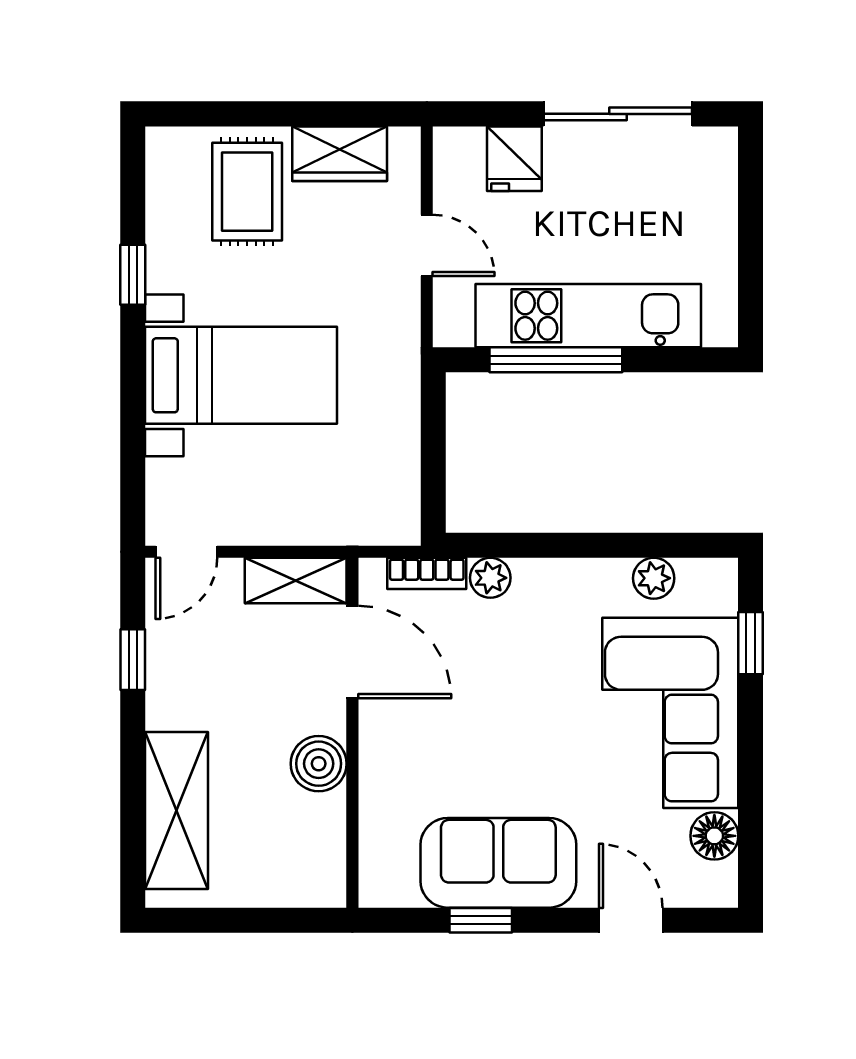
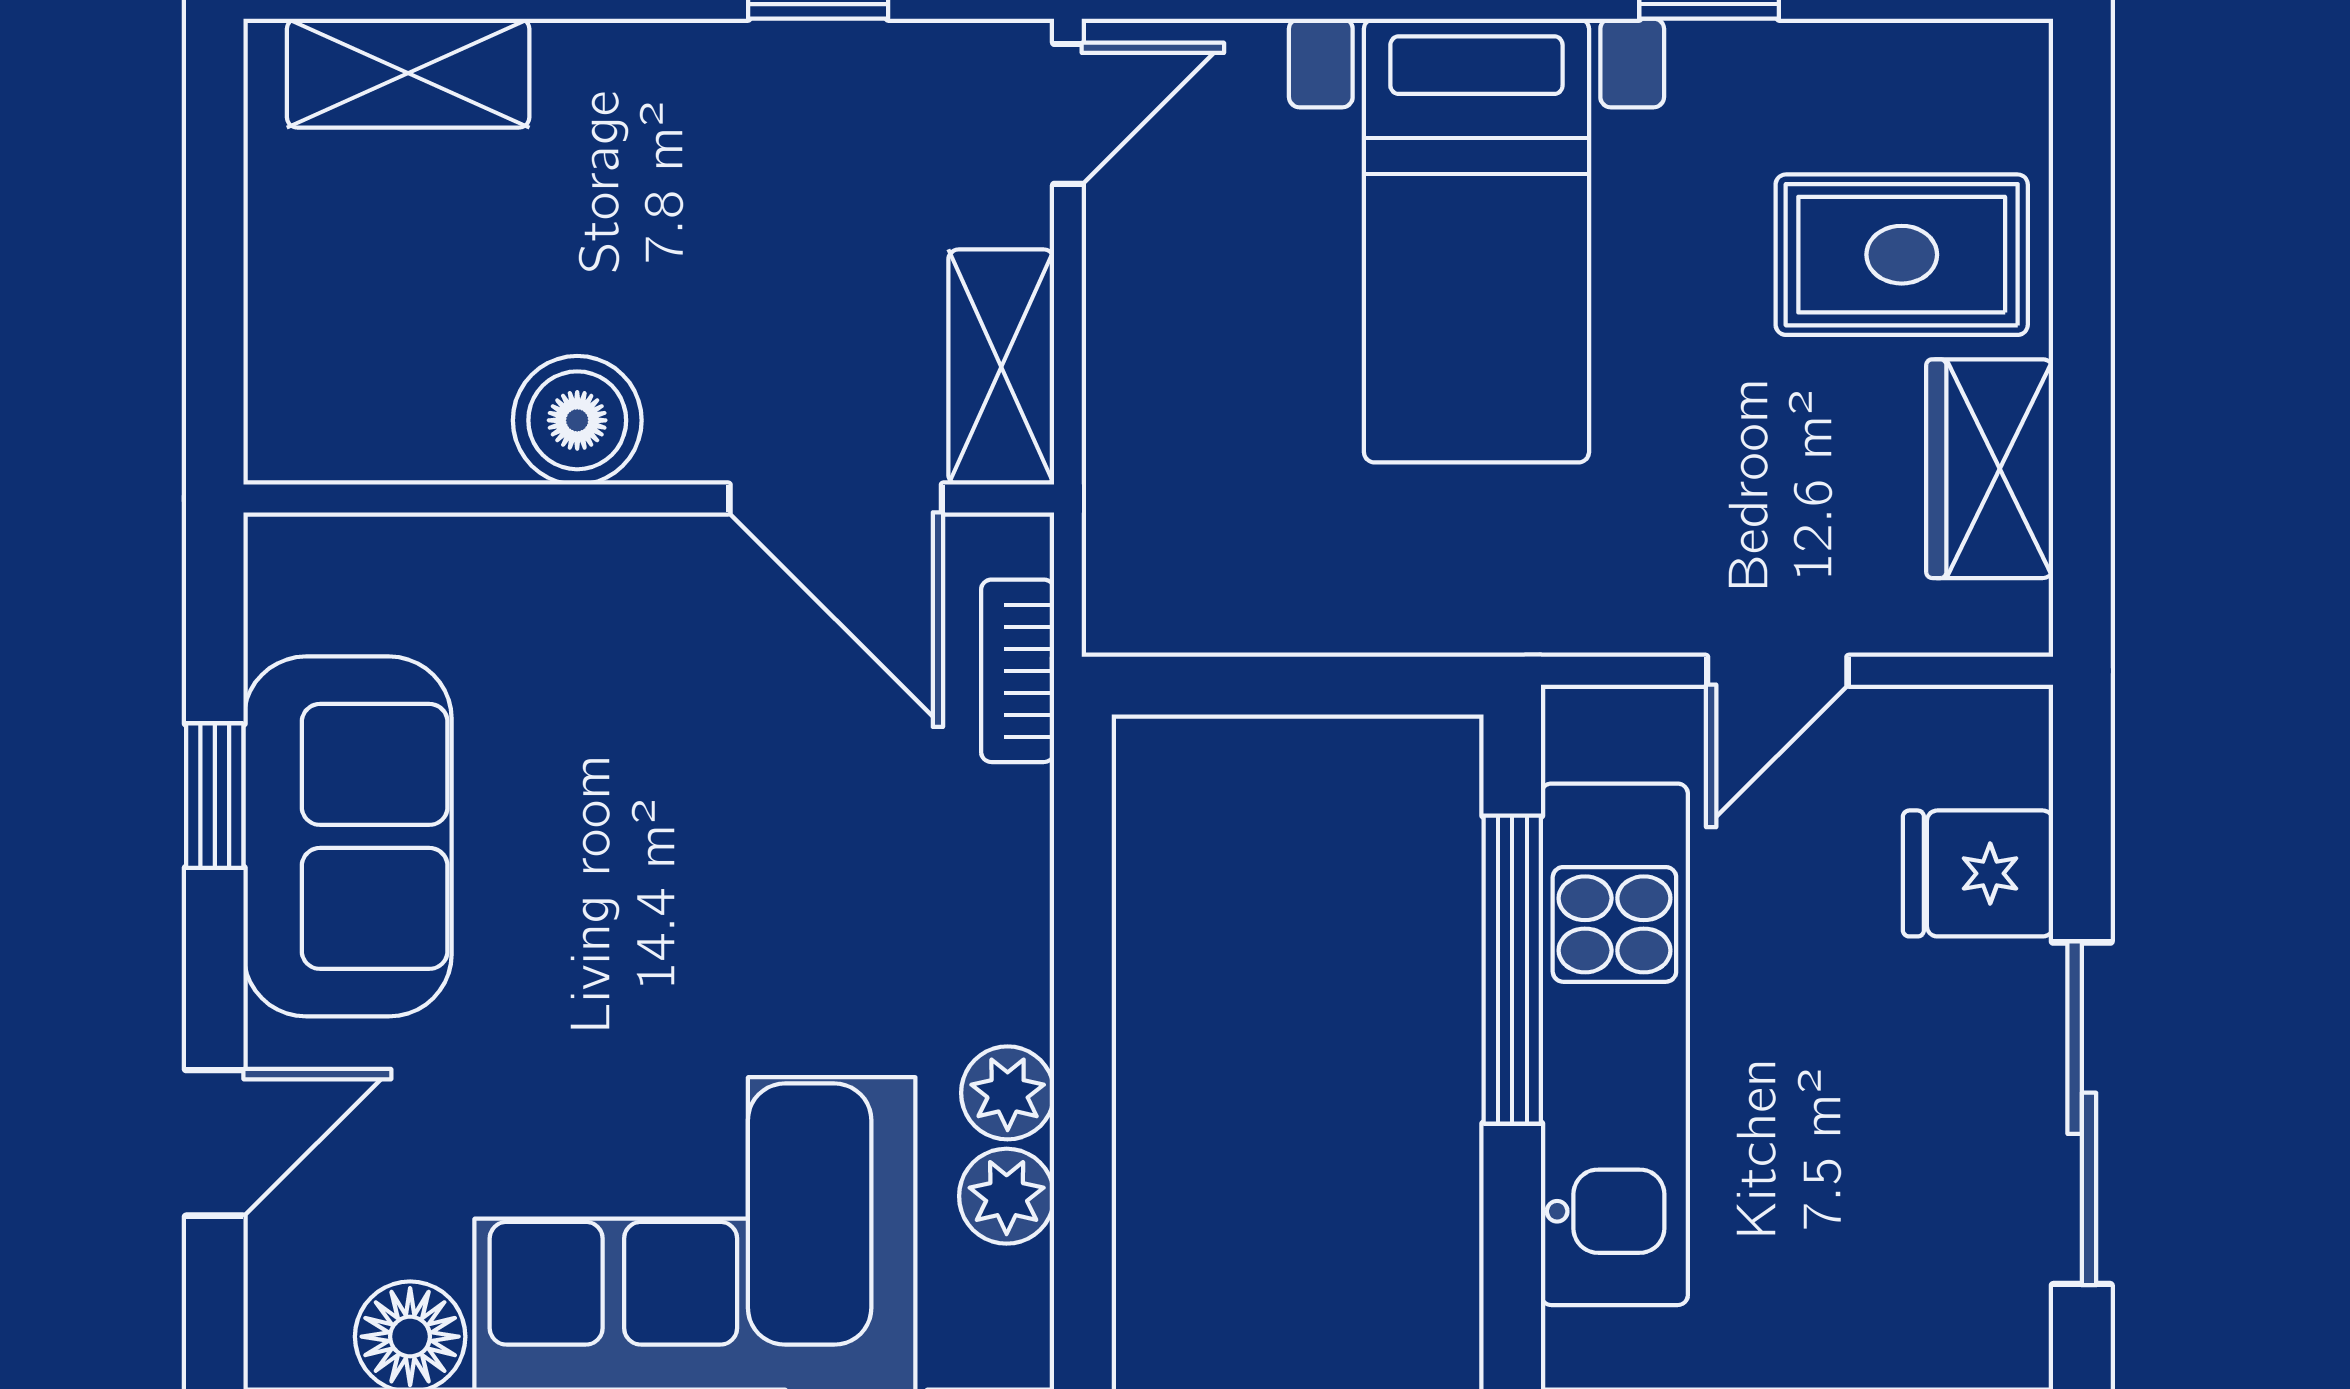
door: (186, 552) -> (1068, 114), swing flipped
plant: (490, 578) -> (1008, 1093), moved
door: (352, 652) -> (836, 498), hinge flipped
shelving: (177, 811) -> (408, 73), width x0.67, depth x0.75

